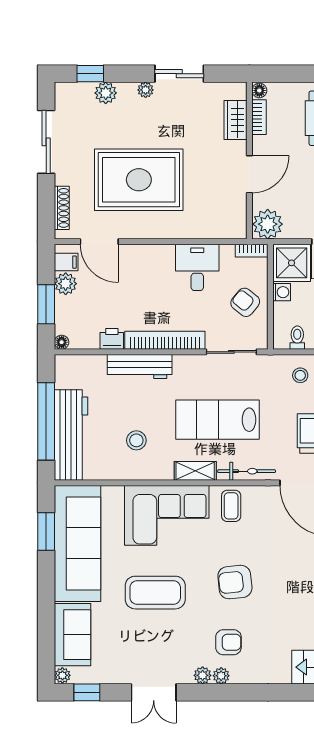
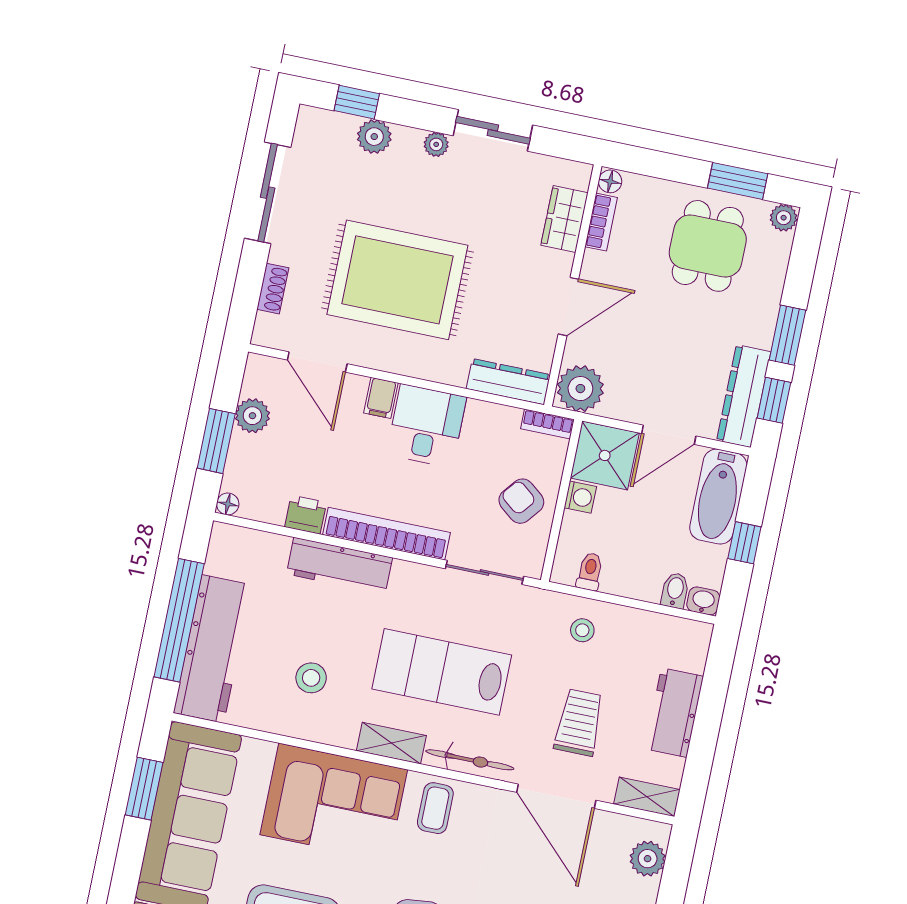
shoe rack: (62, 208) -> (273, 289), width x0.70
dresser: (221, 229) -> (508, 382), added
filing cabinet: (66, 262) -> (381, 398), moved, turned 90
desk: (197, 267) -> (426, 426), moved

